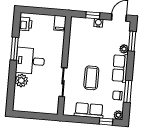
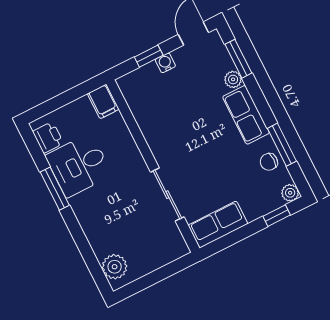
desk: (30, 61) -> (79, 165), moved
coffee table: (91, 78) -> (209, 159), removed
plant: (21, 80) -> (115, 267), moved
row of seats: (89, 110) -> (218, 224), moved

